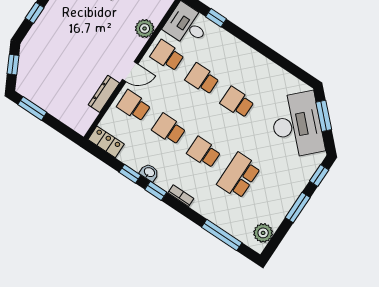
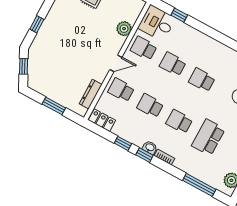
dresser: (104, 94) -> (91, 94), moved
window: (32, 108) -> (54, 106), moved
washbasin: (149, 172) -> (150, 148), moved

